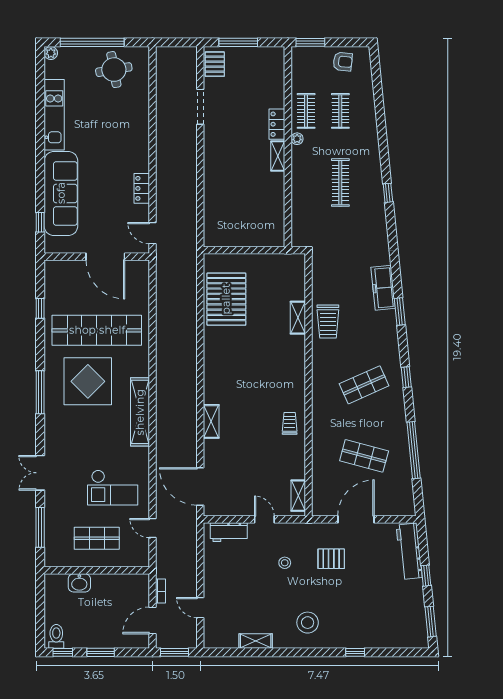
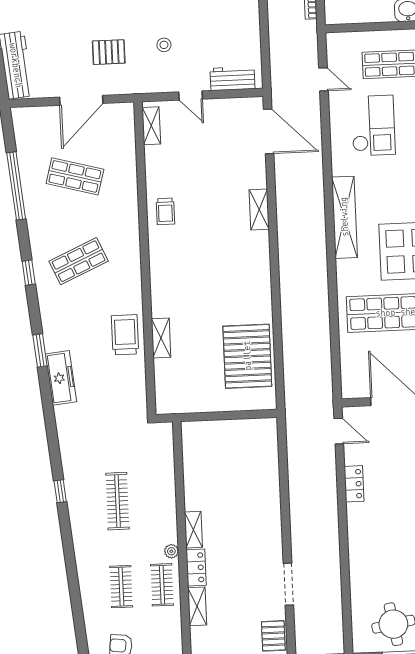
shelving: (277, 92) -> (197, 606), added
checkout: (113, 488) -> (373, 126), turned 90

